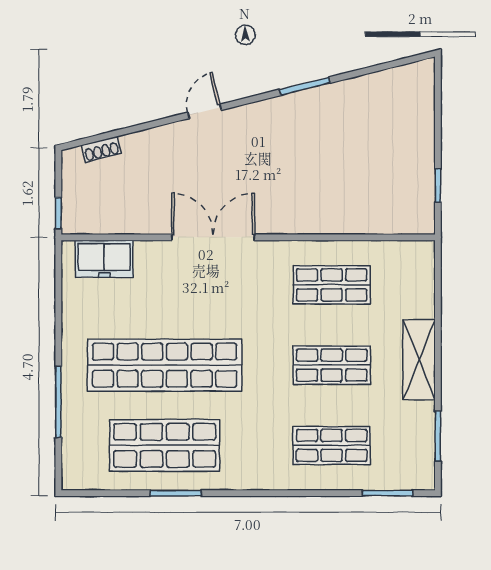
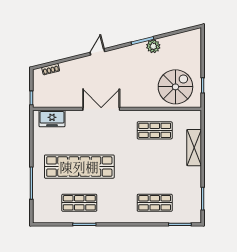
plant: (329, 99) -> (153, 46), added
spiral stairs: (378, 189) -> (175, 87), added
shelving: (419, 360) -> (194, 148), moved
shop shelf: (332, 365) -> (155, 167), removed
shop shelf: (165, 445) -> (79, 203), width x0.70, depth x0.74

